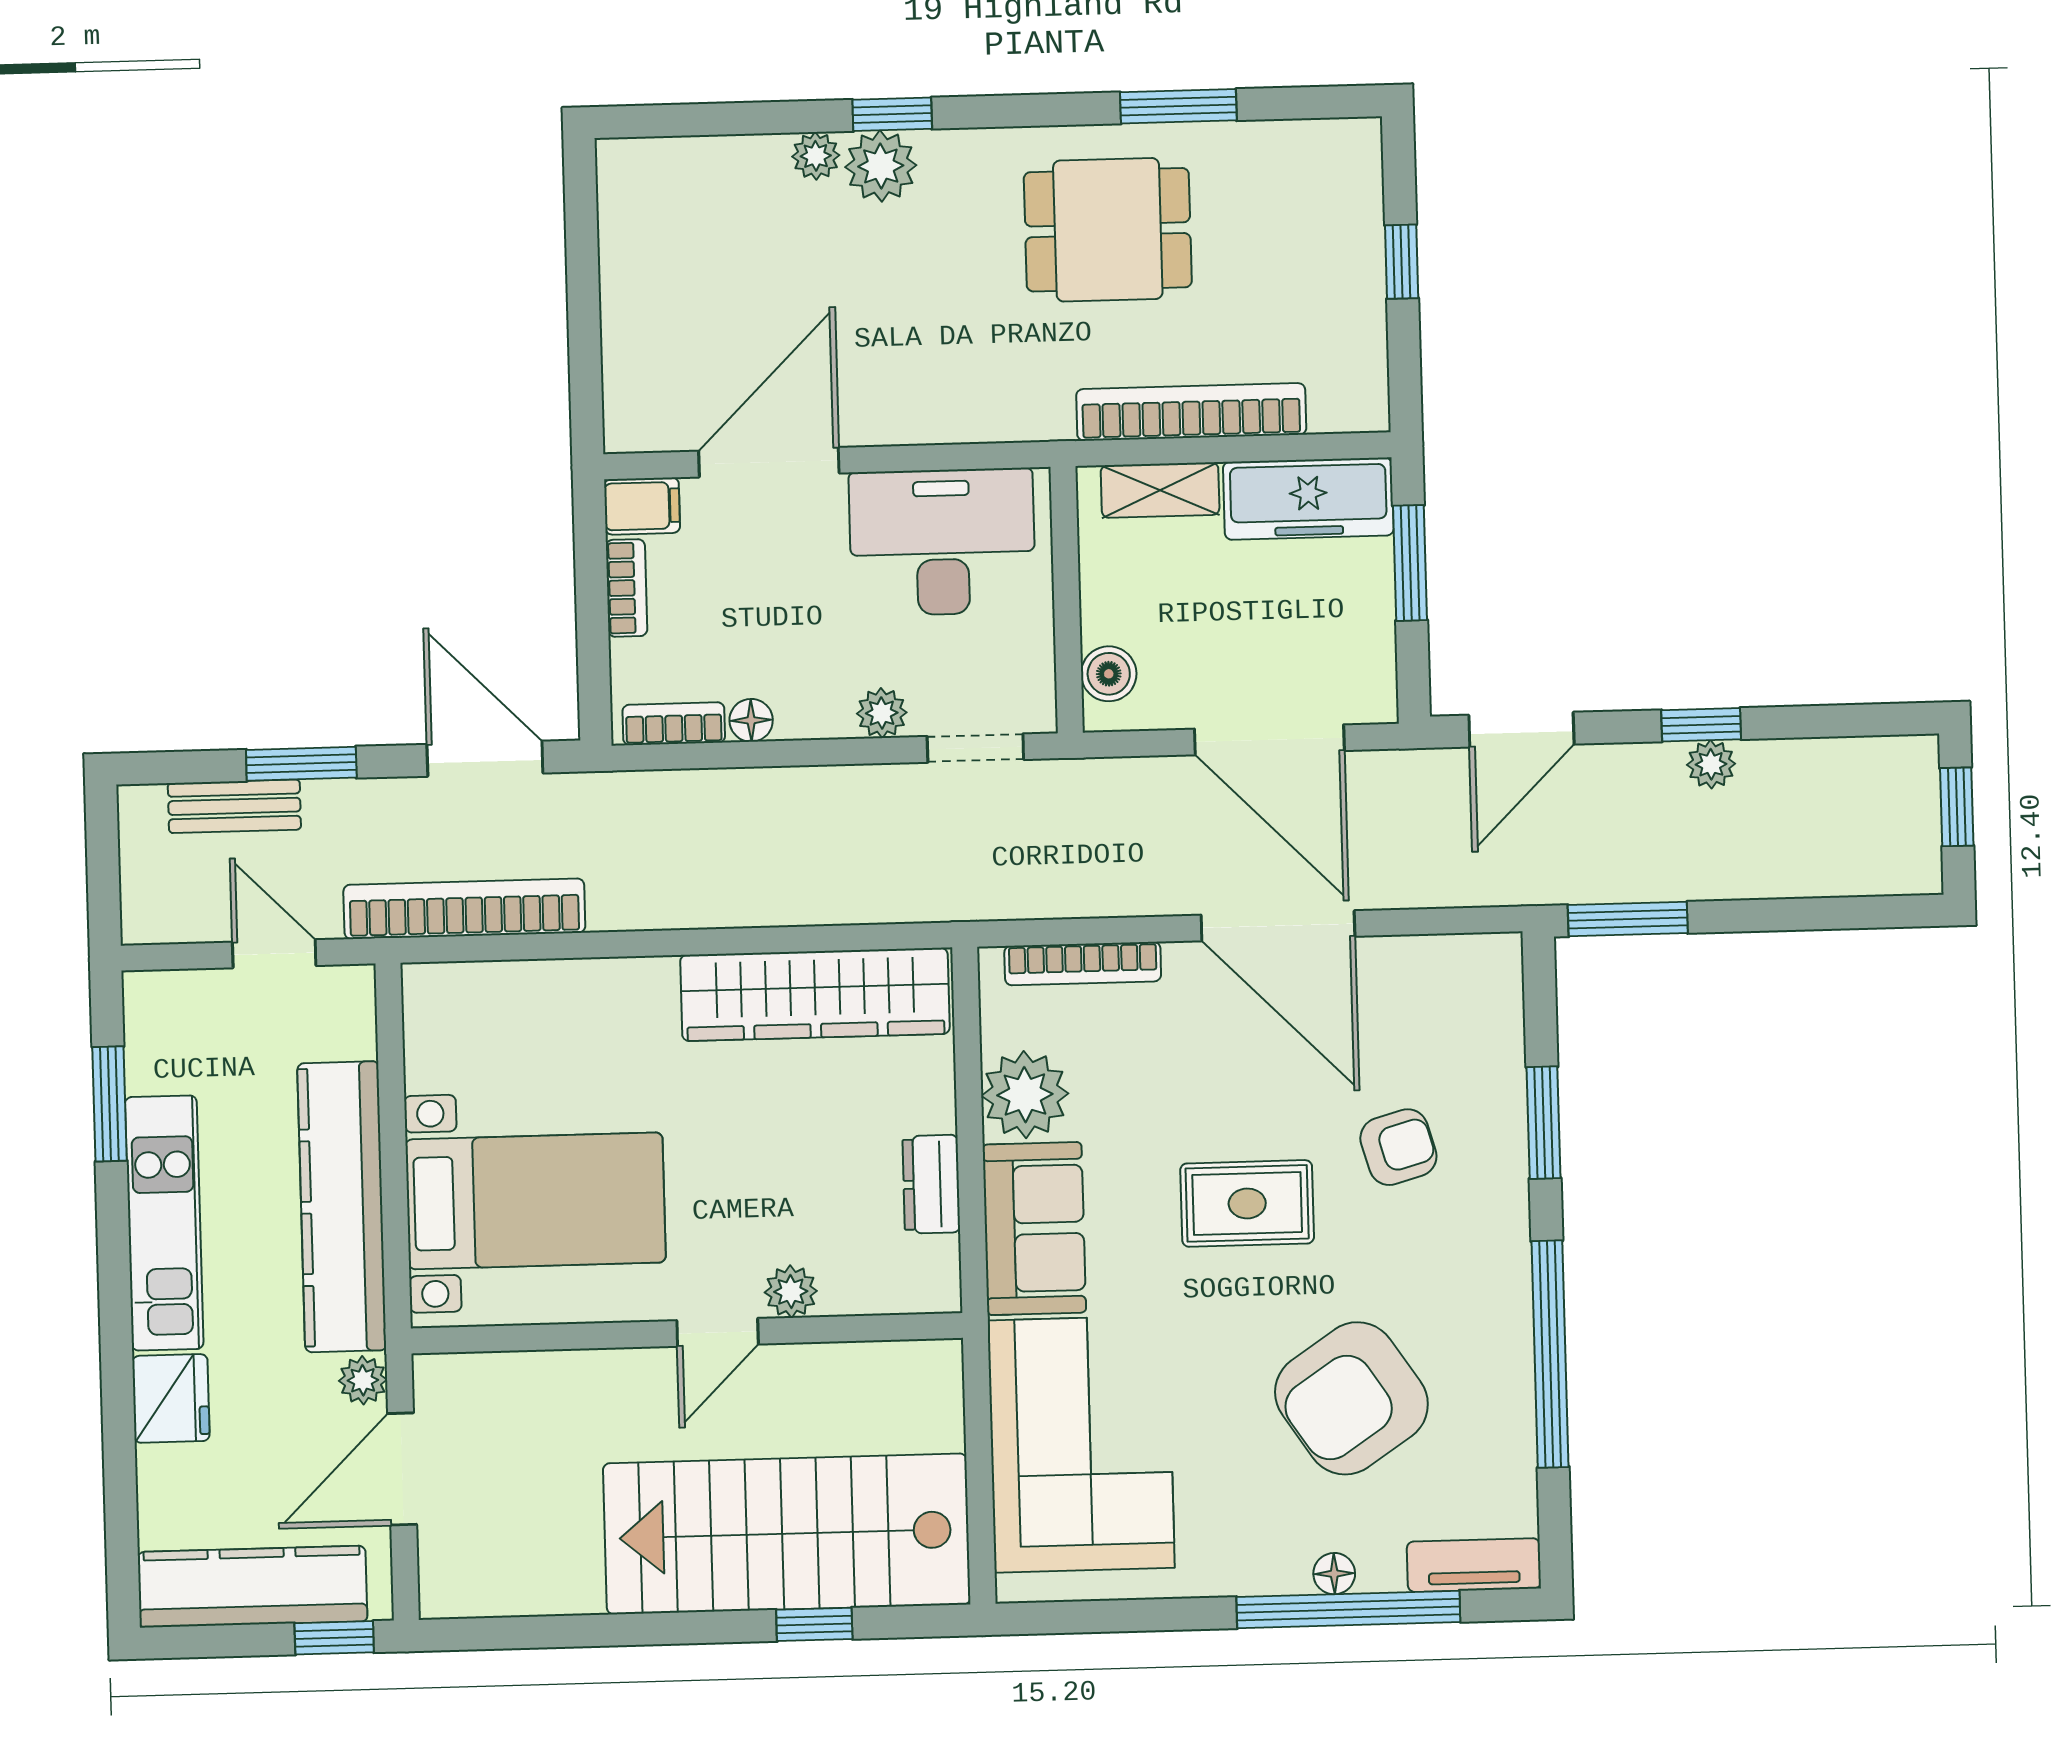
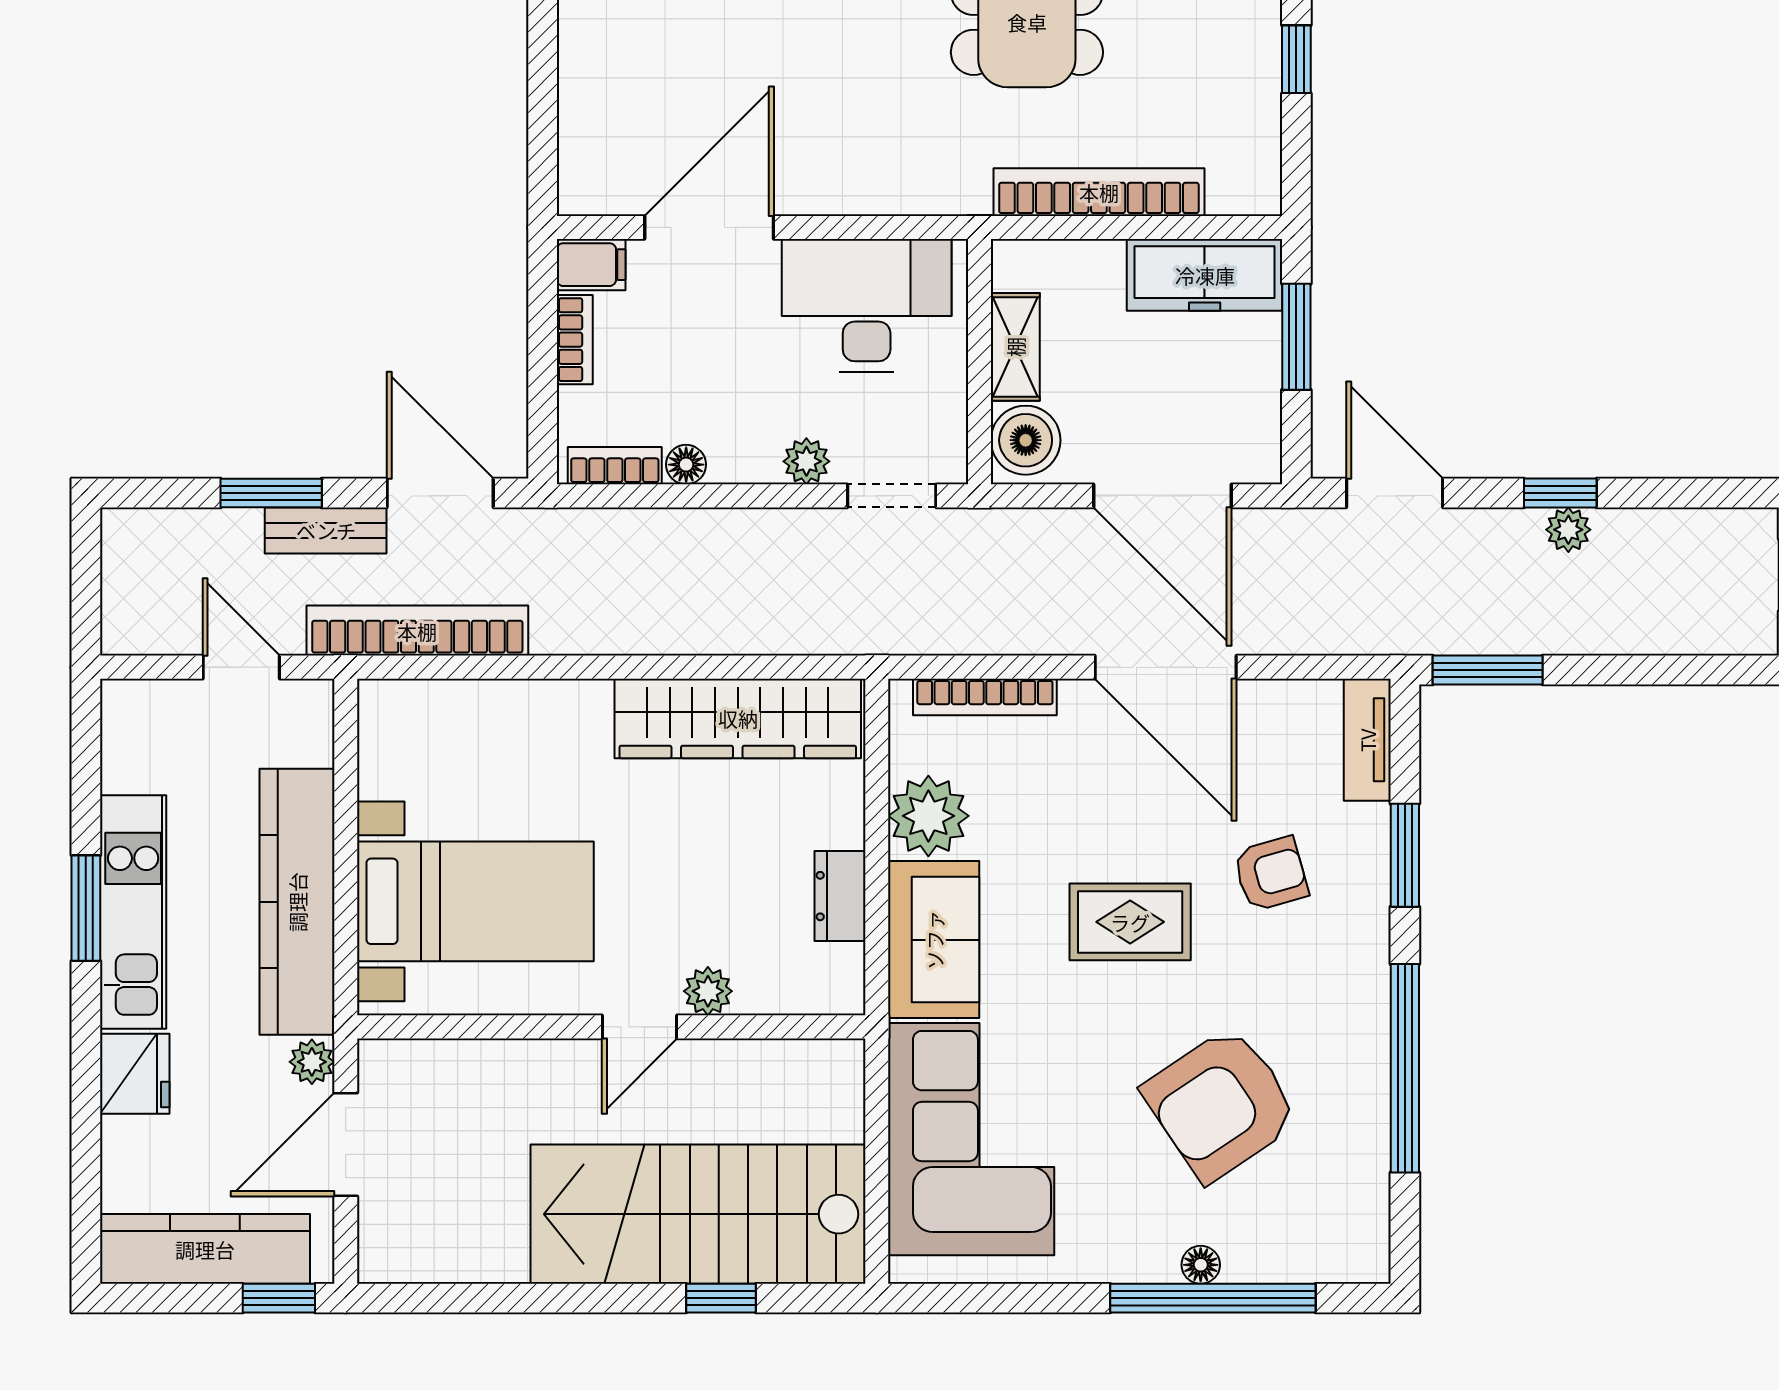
shelving: (1160, 490) -> (1015, 347), moved, turned 90
boiler: (1109, 674) -> (1026, 440), width x1.36, depth x1.36
door: (1521, 730) -> (1395, 493), swing flipped
bench: (234, 806) -> (326, 530), moved
window: (110, 1104) -> (86, 908), moved
tv unit: (1474, 1565) -> (1367, 740), moved, turned -90

